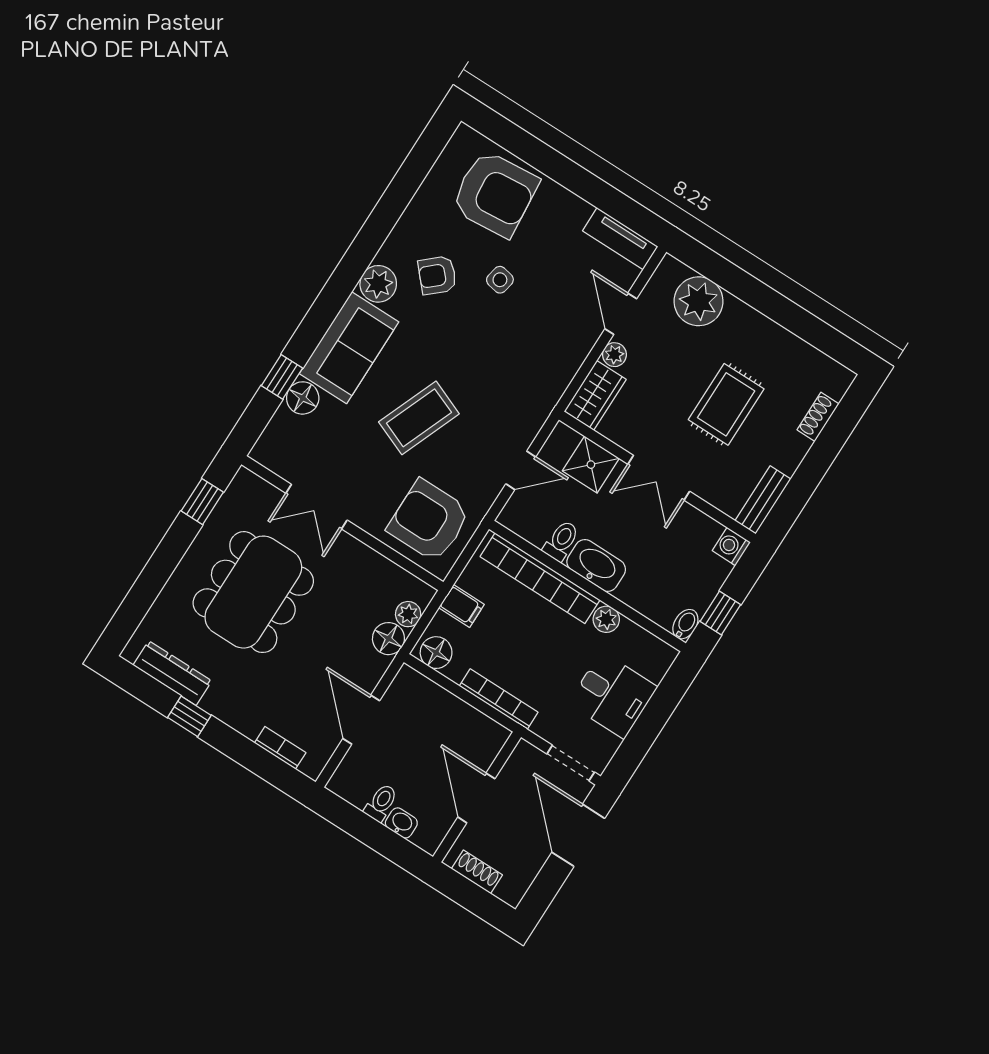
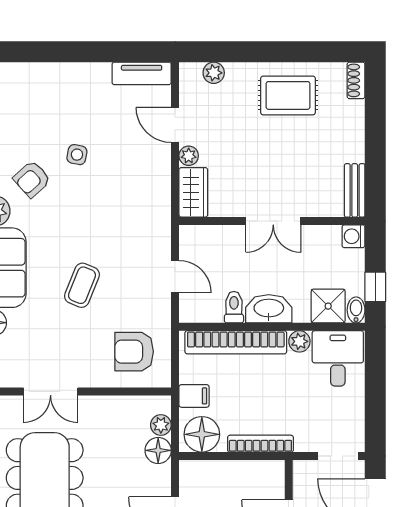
armchair: (495, 194) -> (36, 98), removed
plant: (699, 301) -> (214, 73), width x0.53, depth x0.53
rug: (726, 404) -> (288, 95), moved, turned 90
shoe rack: (818, 417) -> (356, 80), moved
coffee table: (419, 418) -> (82, 285), width x0.73, depth x0.77
shower: (591, 465) -> (328, 306), moved
door: (521, 470) -> (175, 277), hinge flipped
armchair: (429, 521) -> (134, 352), width x0.73, depth x0.73
floor lamp: (436, 653) -> (202, 434), width x1.38, depth x1.38
desk: (613, 695) -> (338, 358), moved, turned -90

